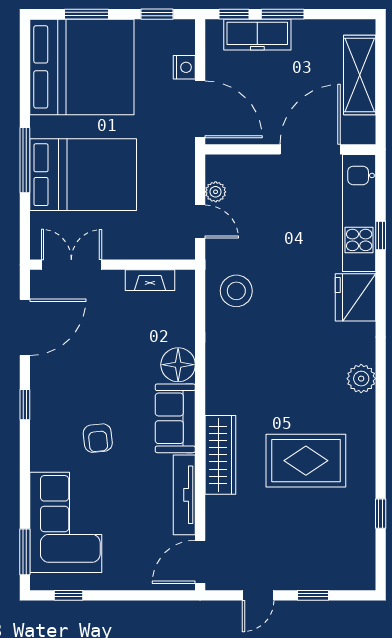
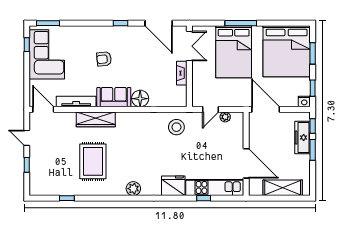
nightstand: (184, 67) -> (304, 102), moved
door: (200, 109) -> (266, 109), swing flipped
fireplace: (150, 280) -> (182, 73), moved
corner sofa: (66, 522) -> (47, 54), moved, turned -90

